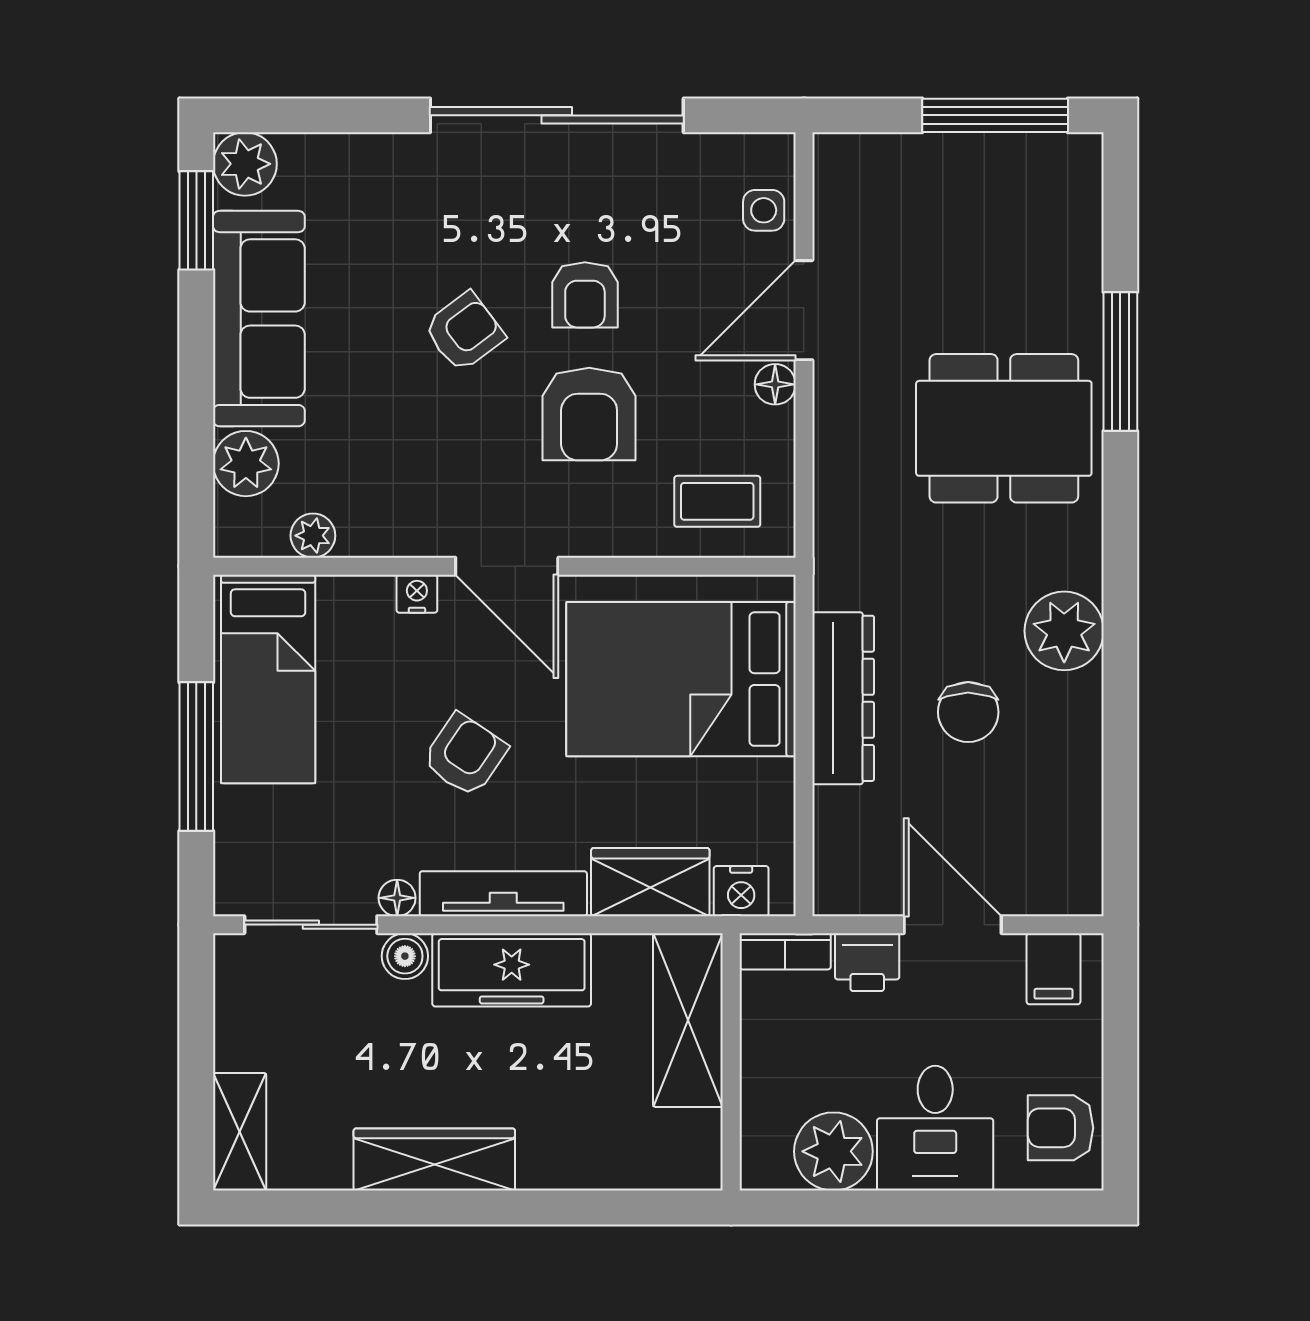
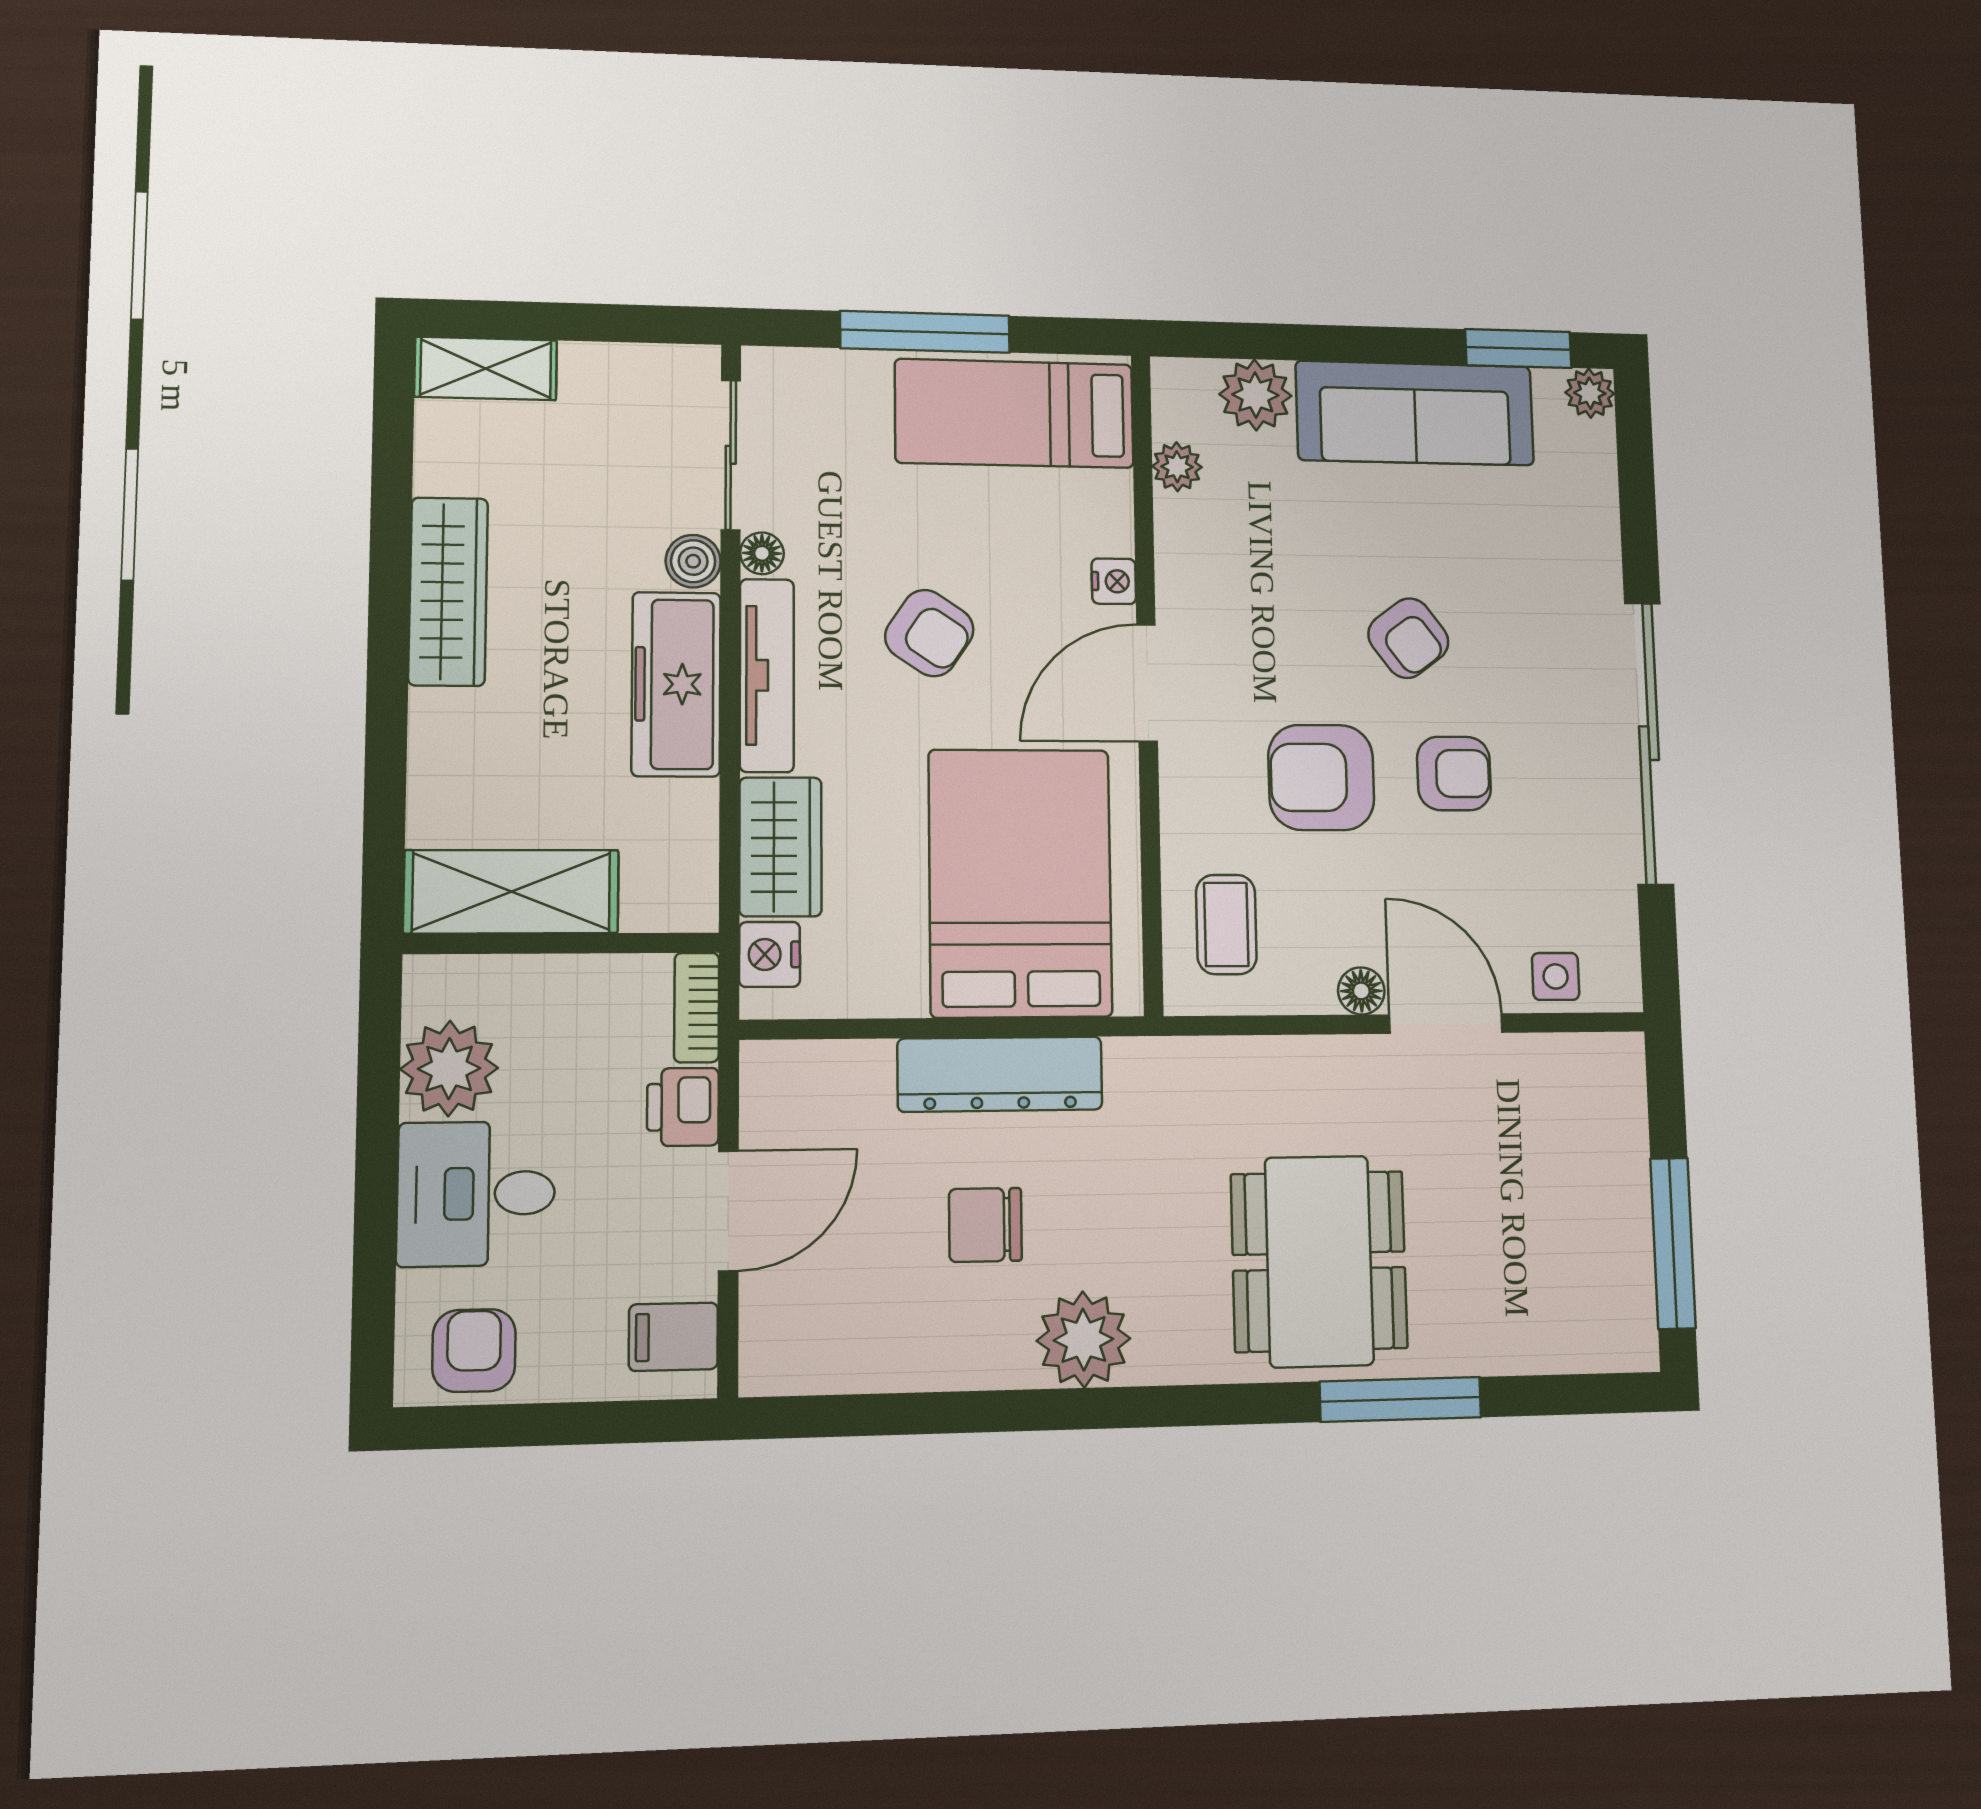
plant: (245, 164) -> (1590, 393), width x0.73, depth x0.73
armchair: (585, 295) -> (1454, 774), turned 180
shelving: (688, 1020) -> (511, 892), moved

